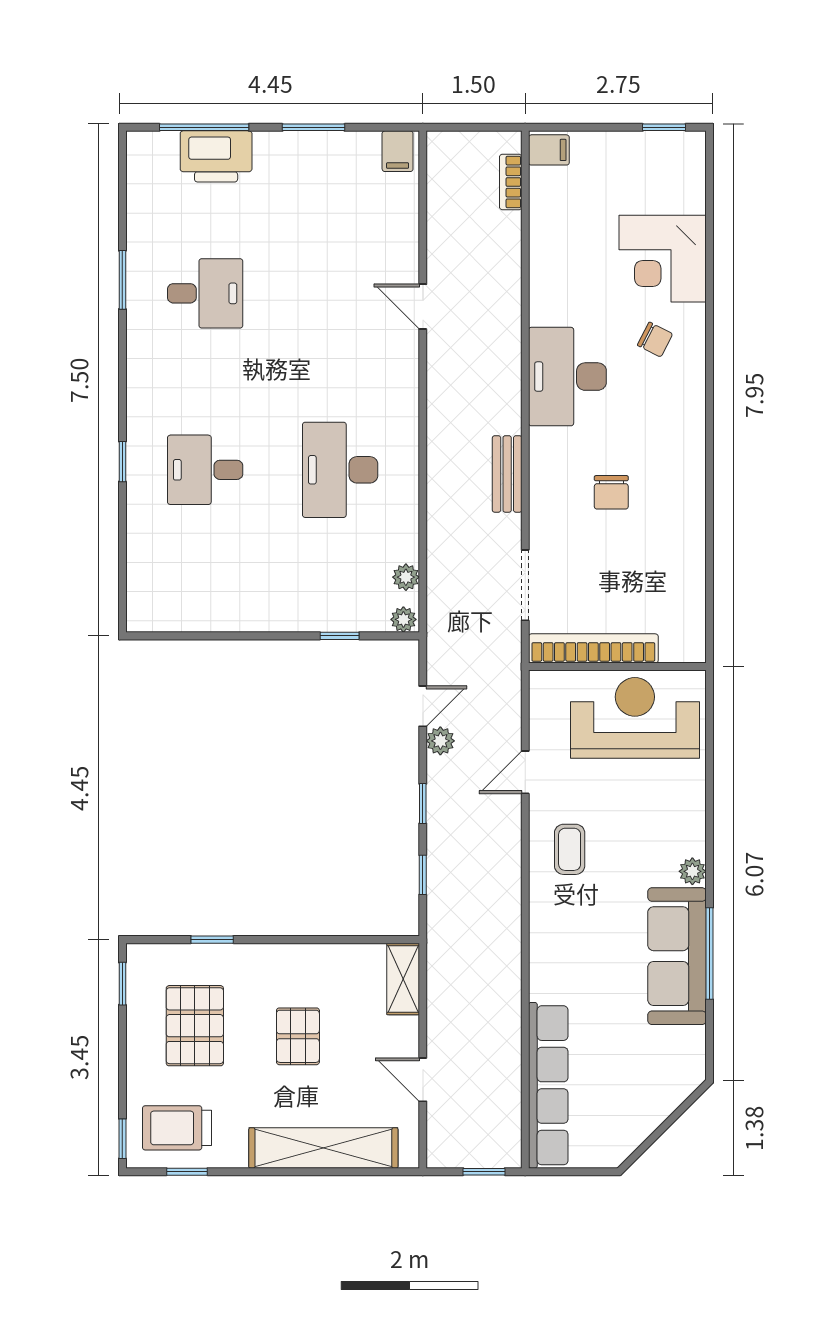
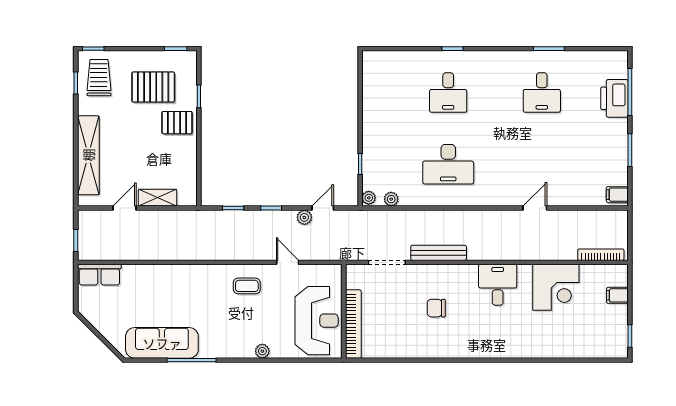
filing cabinet: (549, 150) -> (617, 295), moved, turned 90
bookcase: (511, 182) -> (601, 255), width x1.56
corner desk: (663, 259) -> (556, 287), moved, turned 180
chair: (655, 340) -> (517, 331), removed
desk: (567, 377) -> (498, 285), width x0.73
desk: (205, 470) -> (448, 93), turned 180
desk: (340, 470) -> (448, 164), turned 180
bench: (507, 474) -> (439, 253), width x1.36
bookcase: (593, 648) -> (353, 324), moved
door: (423, 706) -> (323, 208), swing flipped
plant: (692, 871) -> (262, 351), moved
sofa: (677, 956) -> (162, 343), moved
shelving: (403, 979) -> (157, 198), moved
pallet: (298, 1036) -> (177, 123), moved
row of seats: (548, 1085) -> (99, 275), width x0.50

